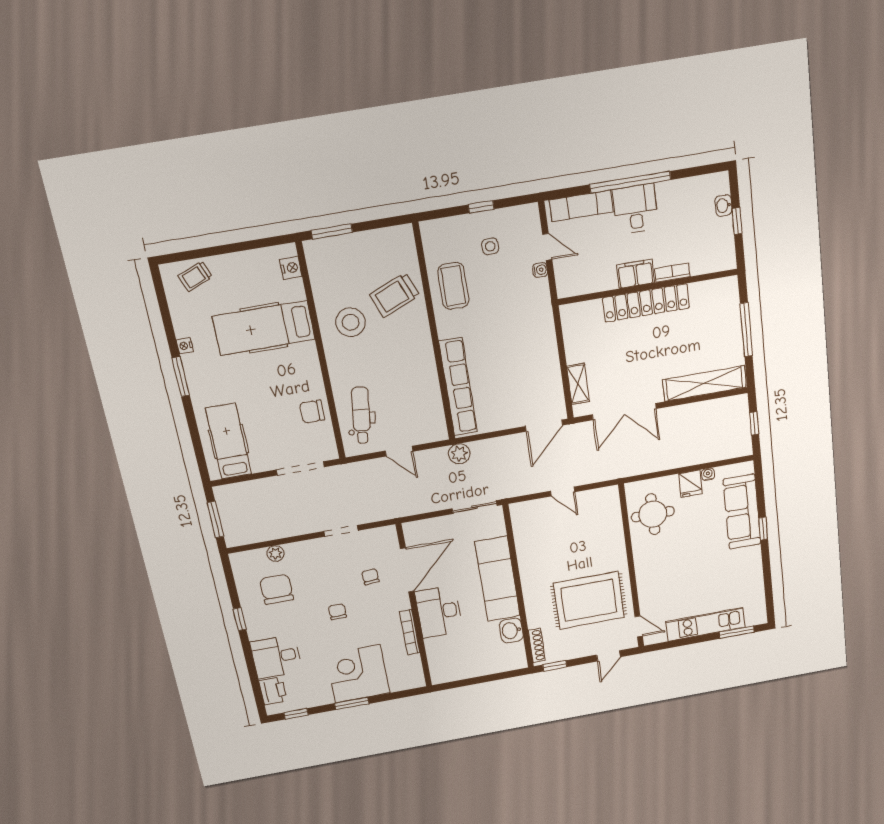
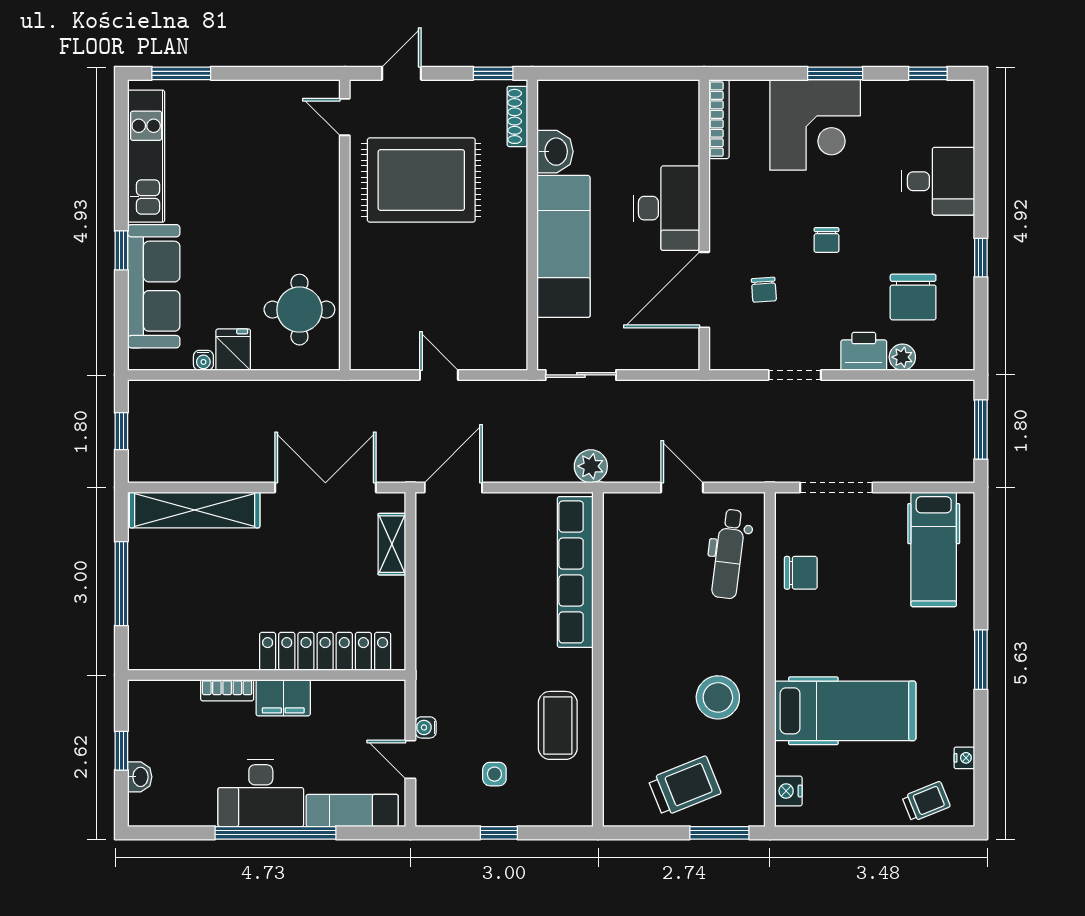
desk: (635, 209) -> (261, 793), width x1.37
trolley: (395, 295) -> (685, 786), moved
locker: (646, 303) -> (325, 651), moved
nightstand: (185, 346) -> (964, 758), moved
kitchen unit: (705, 624) -> (146, 156), moved, turned -90
bookcase: (410, 632) -> (719, 119), moved
printer: (273, 691) -> (864, 351), moved, turned 90

